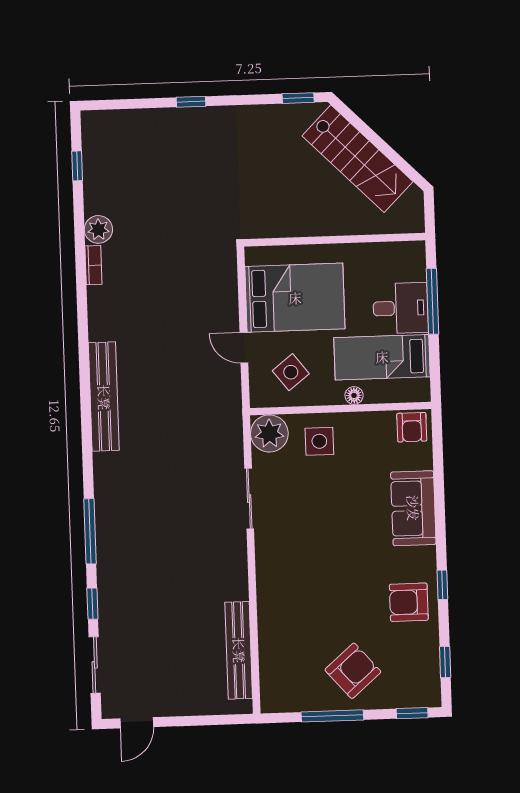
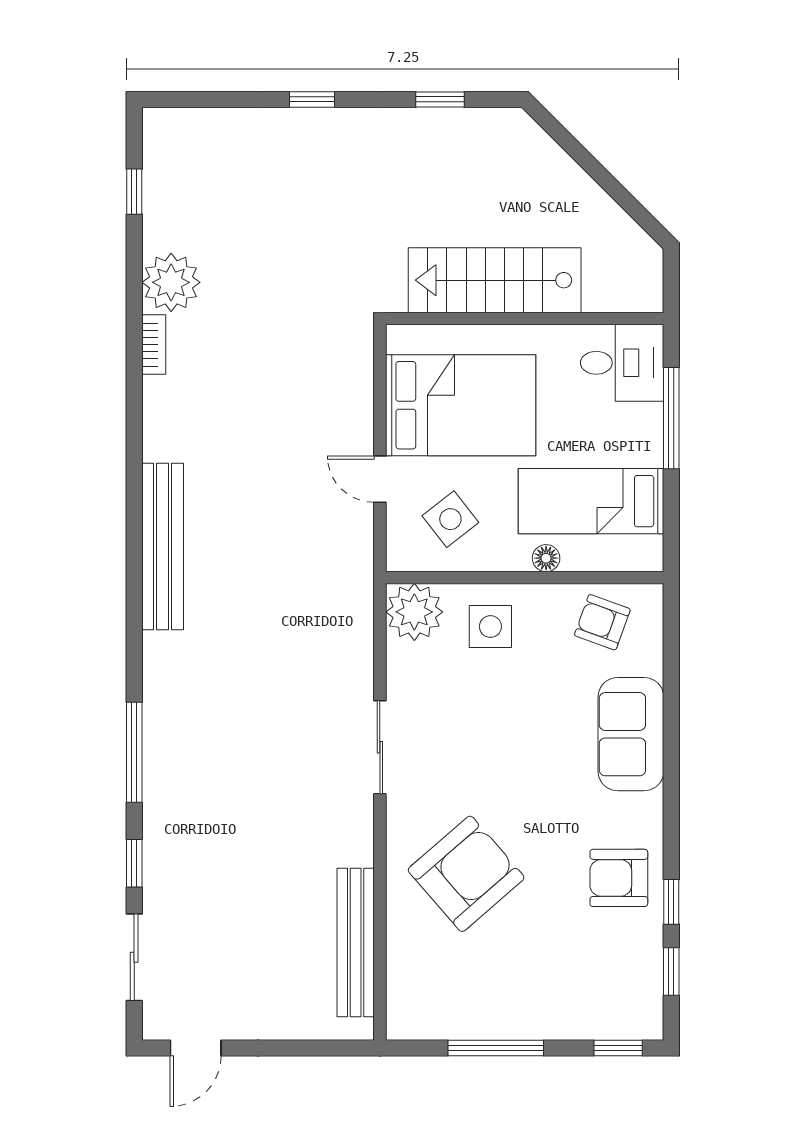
window: (298, 98) -> (440, 99), moved
stairs: (358, 159) -> (495, 280), moved, turned 135
plant: (98, 229) -> (171, 282), width x1.36, depth x1.36
desk: (401, 308) -> (622, 363), moved
armchair: (412, 427) -> (602, 622), moved, turned 110
sliding door: (249, 499) -> (380, 747), moved
window: (442, 585) -> (671, 902), moved
armchair: (353, 671) -> (466, 874), moved, width x1.36, depth x1.36

